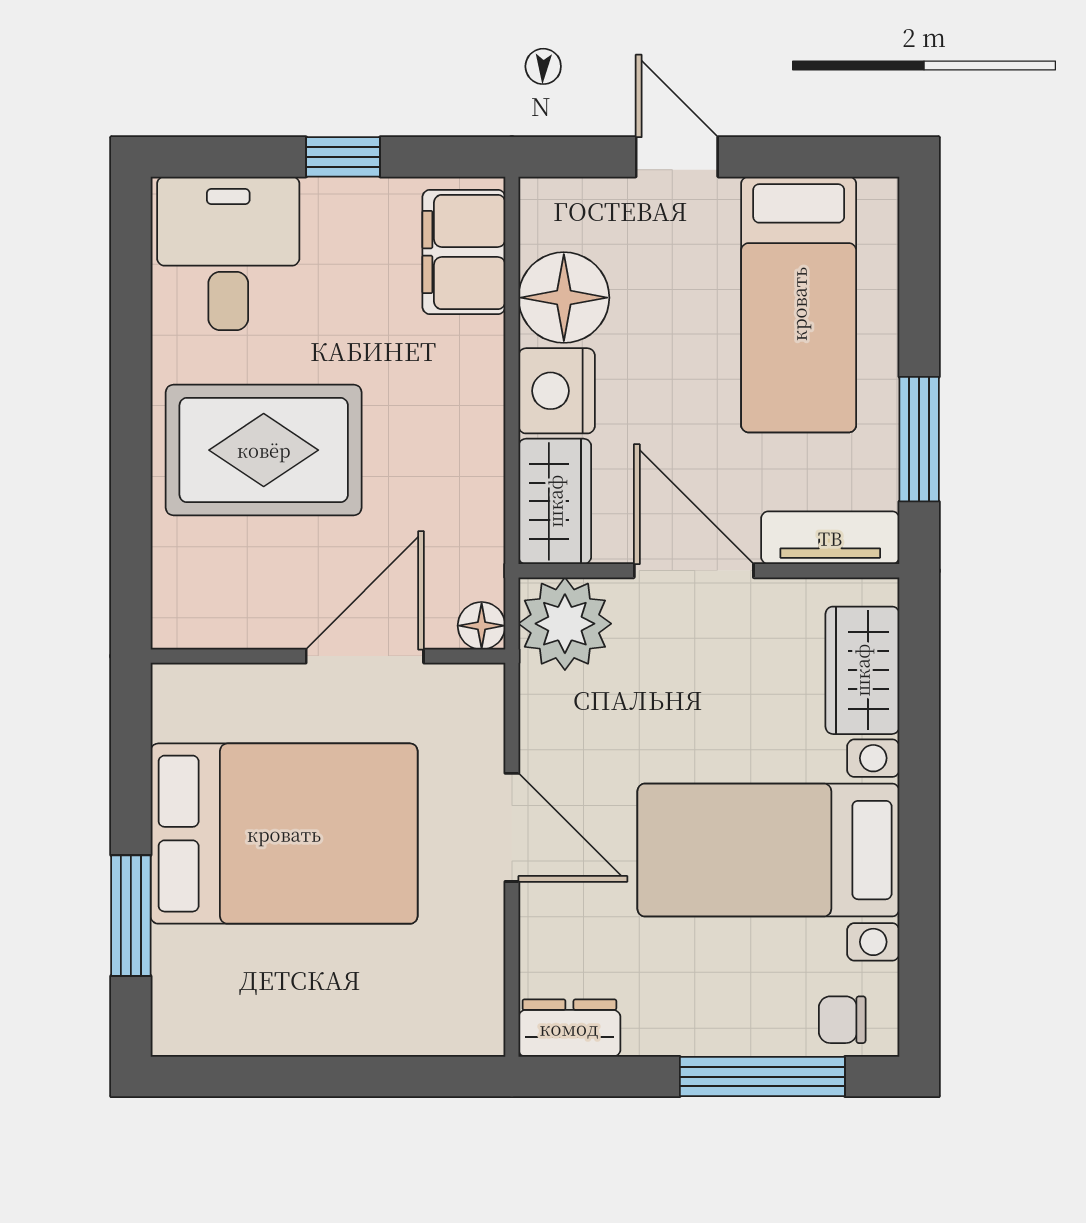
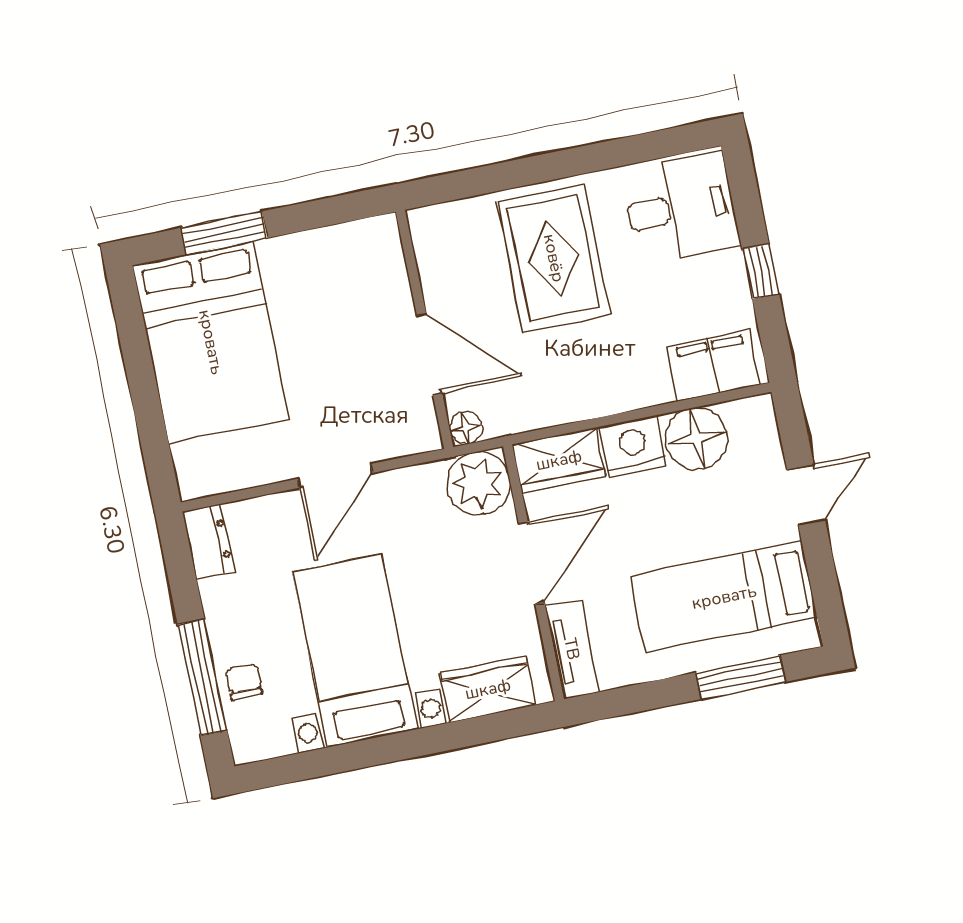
window: (919, 439) -> (741, 677), moved
bed: (284, 834) -> (211, 342), moved
chair: (842, 1020) -> (244, 682), moved

